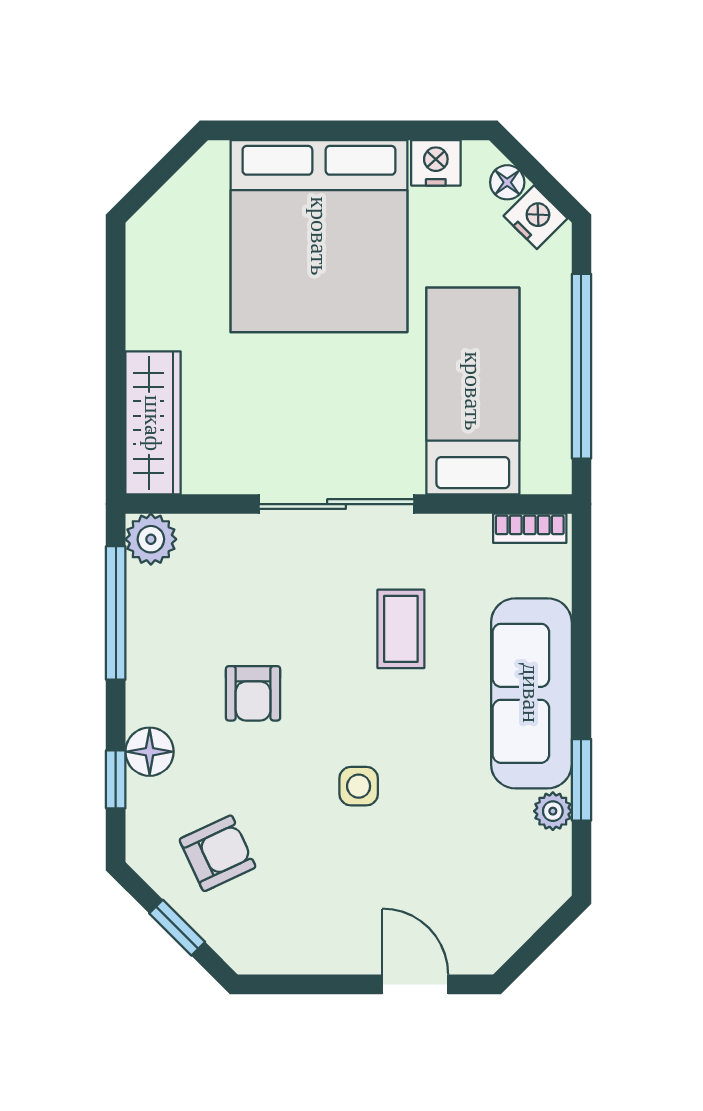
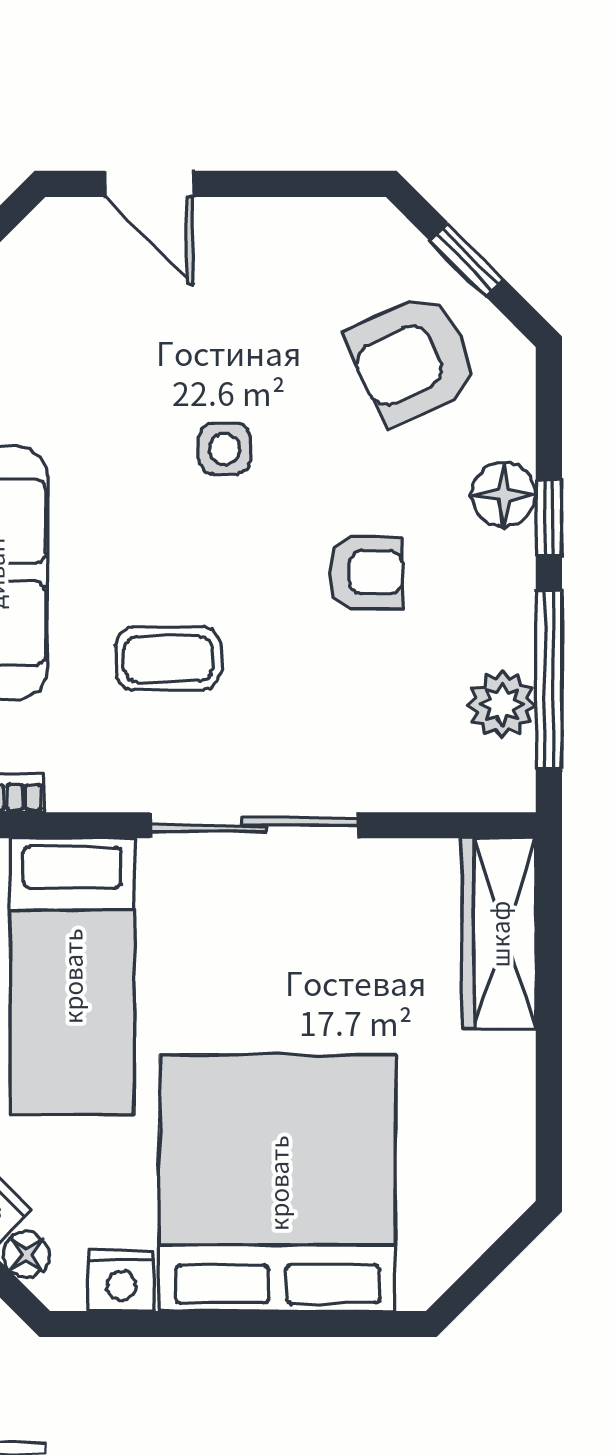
plant: (151, 539) -> (502, 705), moved
coffee table: (401, 629) -> (168, 659), turned 90
armchair: (253, 693) -> (366, 573), turned 90
window: (116, 779) -> (549, 518), moved
armchair: (218, 853) -> (413, 359), width x1.38, depth x1.38

